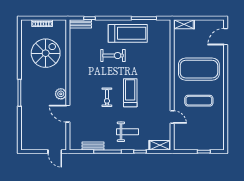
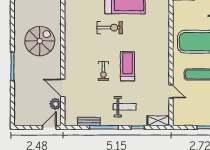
spiral stairs: (46, 53) -> (40, 41), moved
plant: (61, 94) -> (55, 104), moved
door: (55, 152) -> (49, 127), swing flipped

